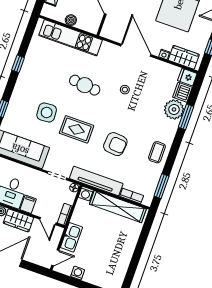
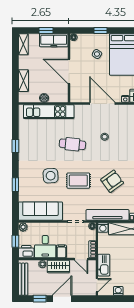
armchair: (115, 144) -> (112, 181), turned -41

